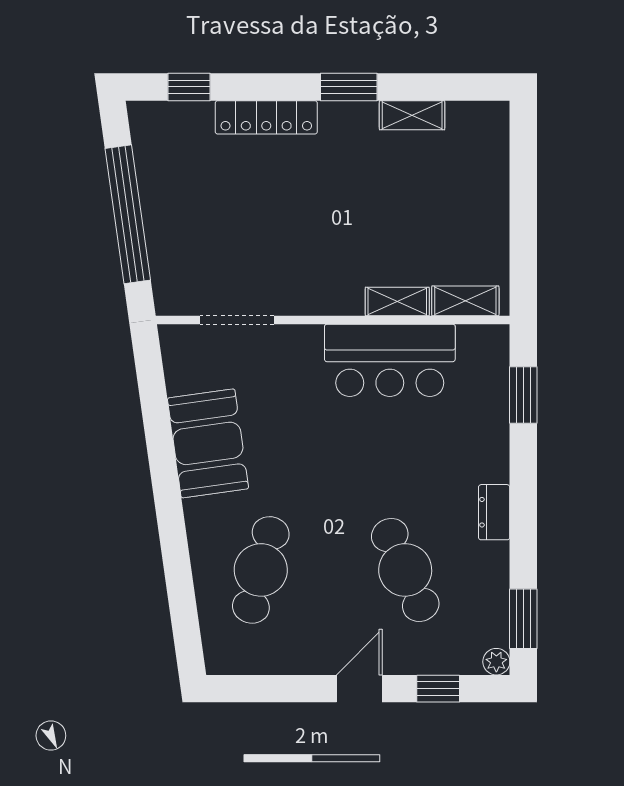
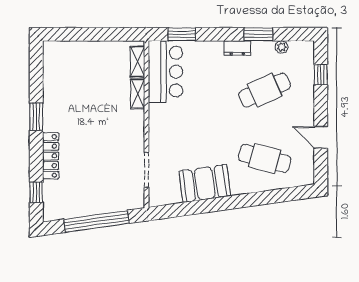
shelving: (412, 115) -> (50, 87), removed
bar counter: (390, 360) -> (165, 72), moved
window: (523, 619) -> (258, 34), moved
plant: (496, 662) -> (282, 47), moved
door: (359, 689) -> (321, 137), moved

